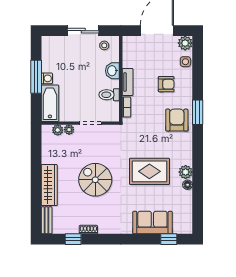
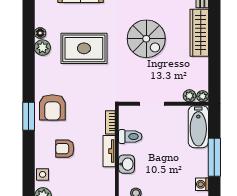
washing machine: (47, 78) -> (202, 184), moved
plant: (69, 130) -> (203, 96), moved

